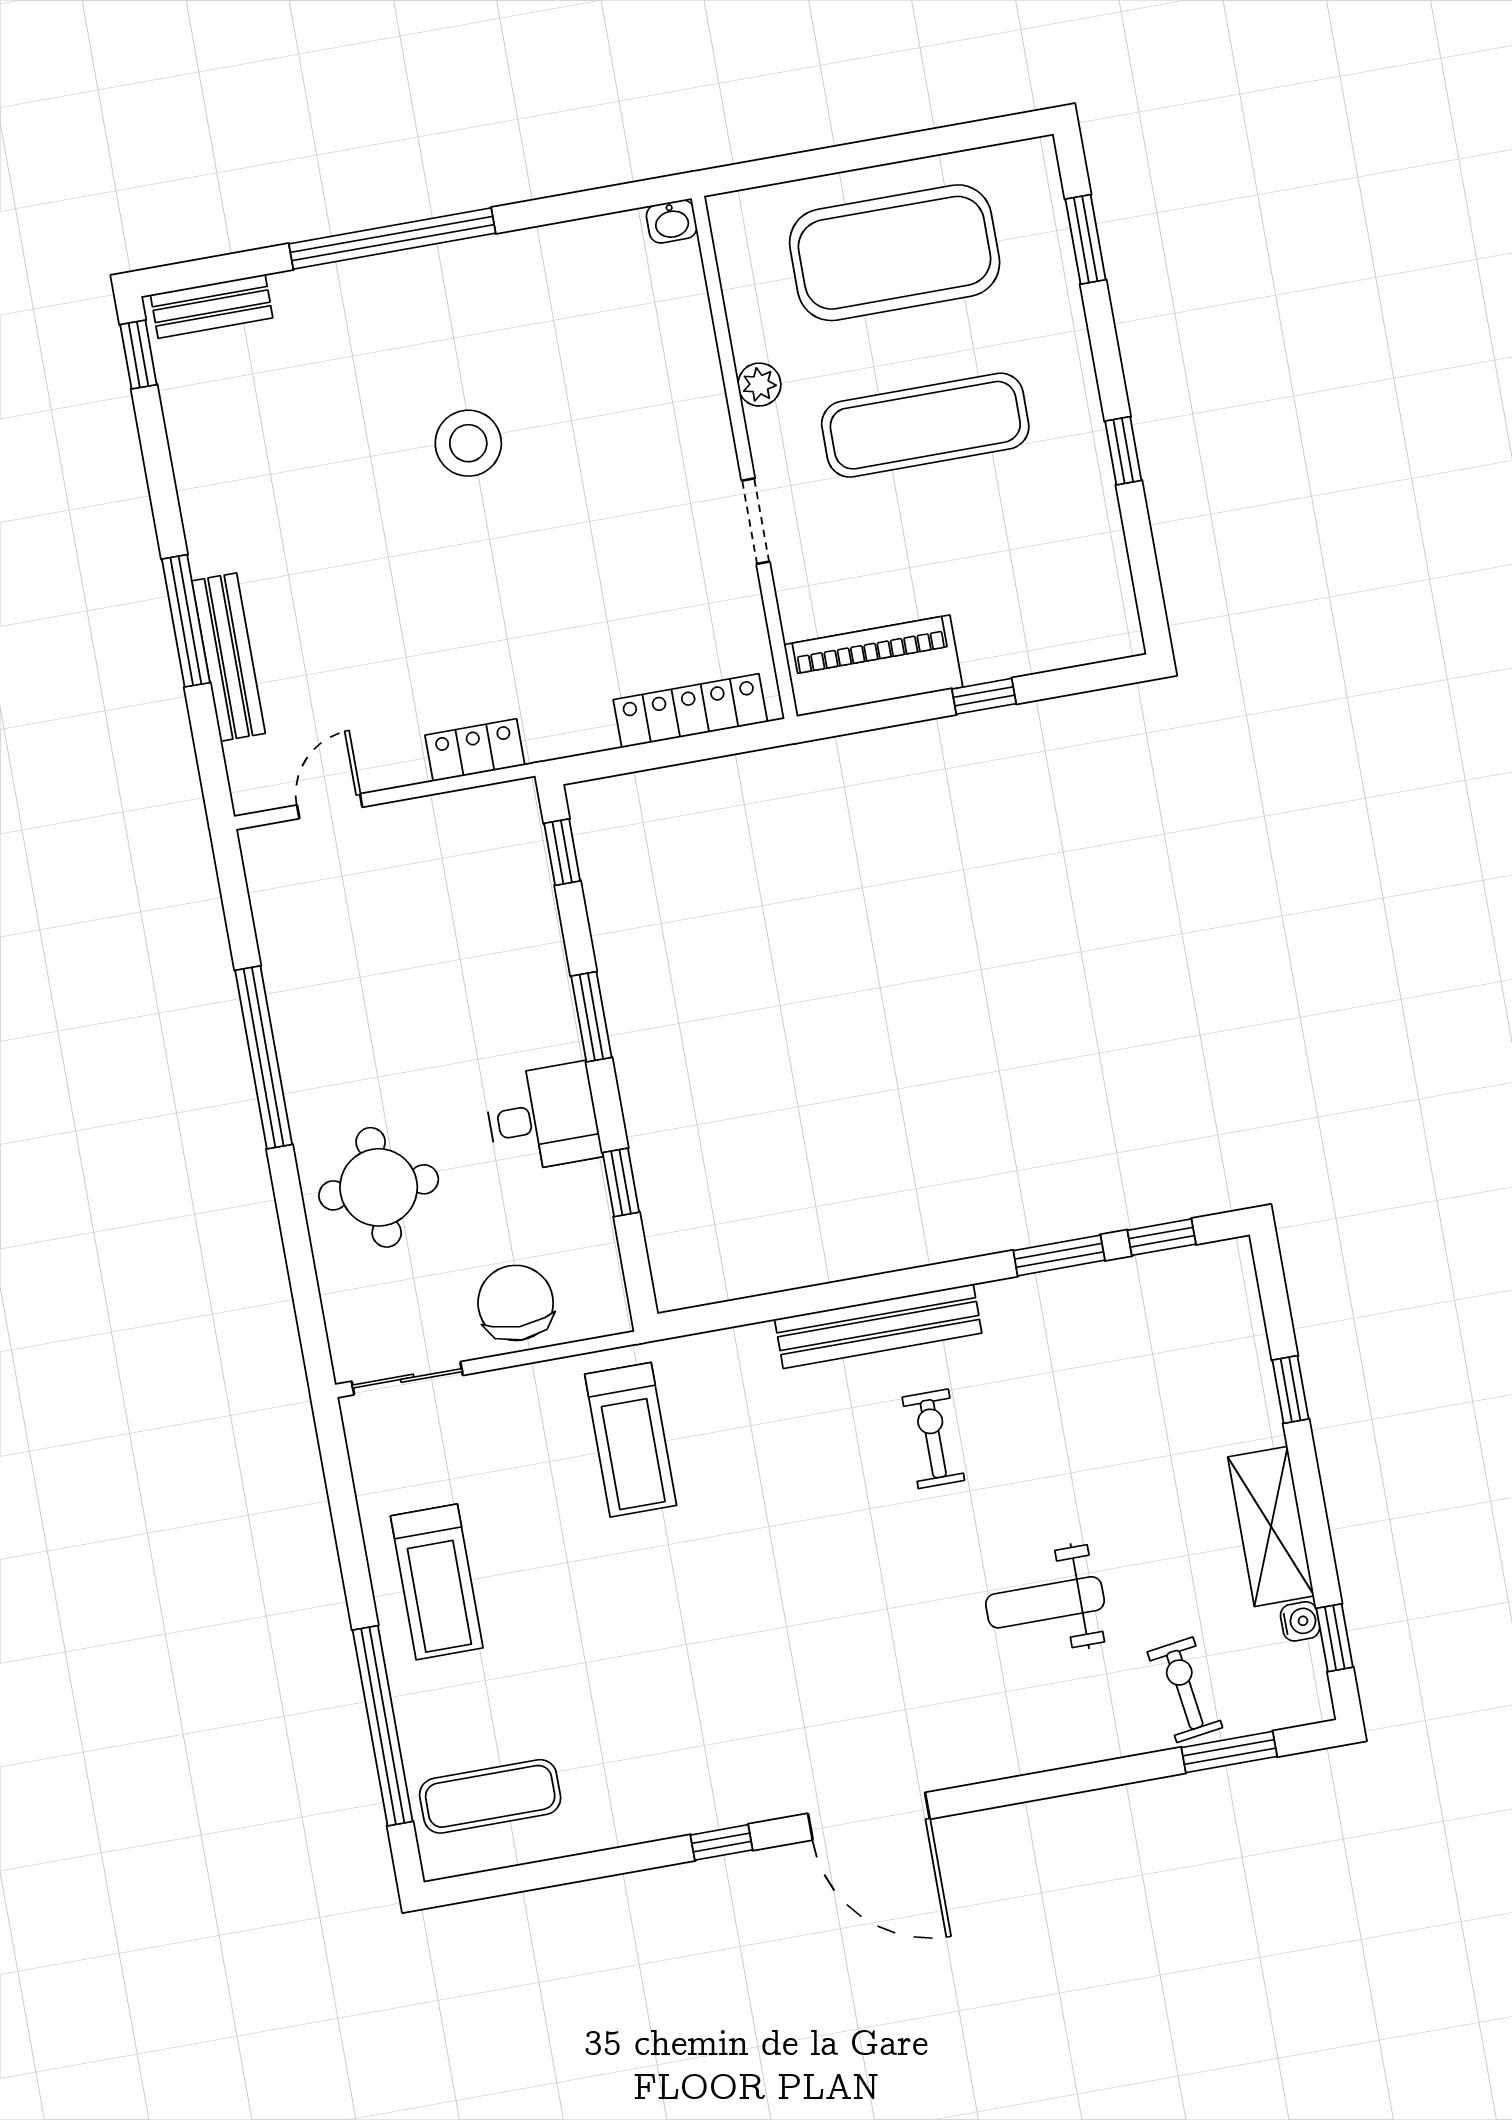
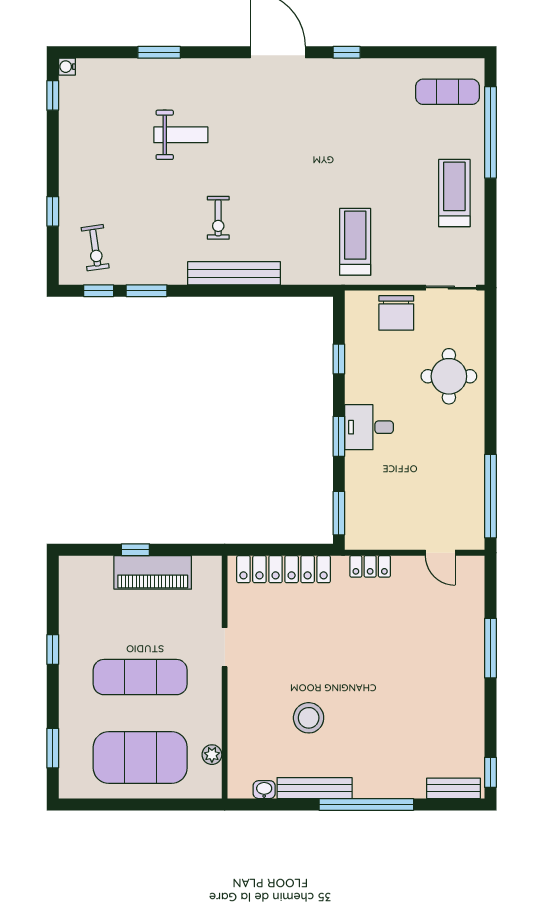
washbasin: (672, 221) -> (264, 790), moved
plant: (759, 385) -> (212, 755), moved
stool: (468, 443) -> (309, 718), moved
bench: (228, 657) -> (315, 788), moved, turned 90
piano: (873, 666) -> (153, 572), moved
locker: (690, 711) -> (284, 569), width x1.41, depth x1.21
door: (330, 806) -> (440, 553), hinge flipped
window: (562, 852) -> (339, 513), width x1.50
window: (264, 1057) -> (490, 496), moved
desk: (543, 1118) -> (369, 427), moved
shelving: (1271, 1526) -> (73, 151), removed
water cooler: (1300, 1621) -> (67, 67), moved
exercise bike: (1185, 1690) -> (95, 248), moved
window: (1229, 1752) -> (159, 52), moved

